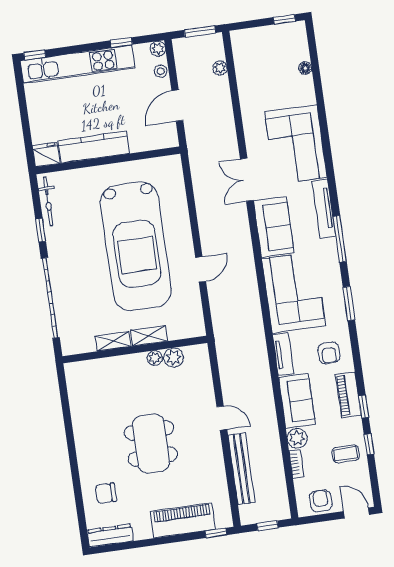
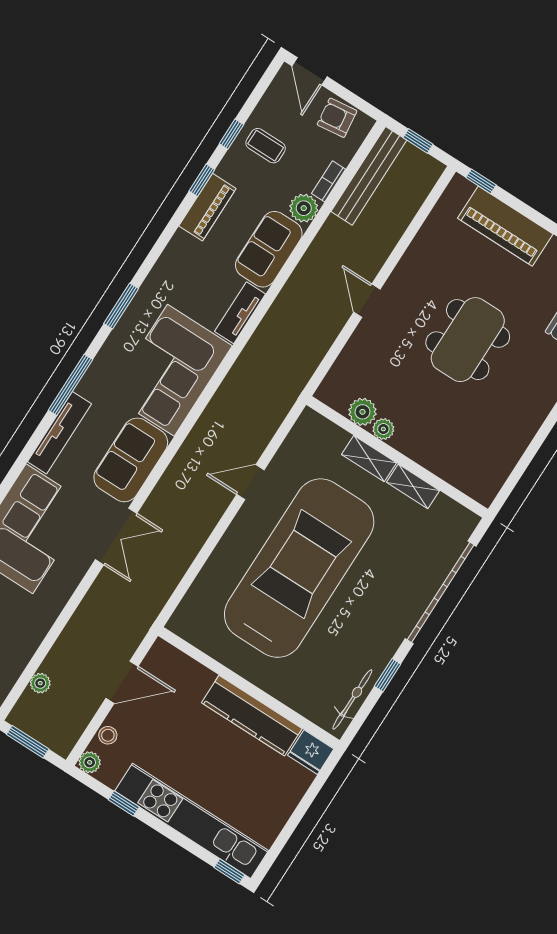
armchair: (329, 353) -> (189, 271), removed
bench: (242, 469) -> (369, 176), moved
armchair: (321, 501) -> (337, 118), turned 83

